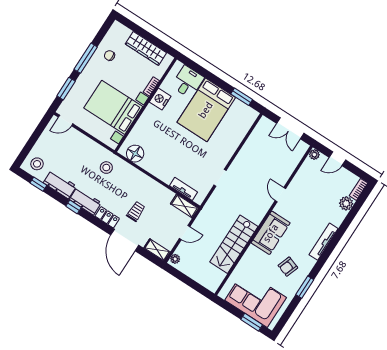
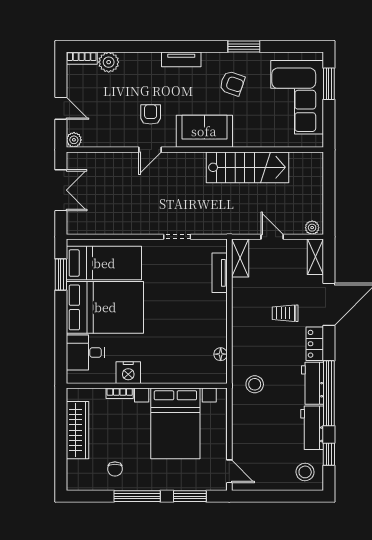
bed: (232, 126) -> (104, 263), added
floor lamp: (135, 154) -> (221, 354), width x0.53, depth x0.53
window: (73, 207) -> (329, 393), width x3.17
armchair: (300, 208) -> (151, 114), added
tv unit: (324, 242) -> (181, 59), width x0.71

